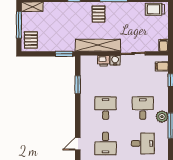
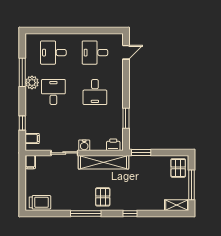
printer: (104, 61) -> (113, 145), moved
desk: (143, 108) -> (53, 92), turned 180
desk: (106, 143) -> (95, 53), turned -90

